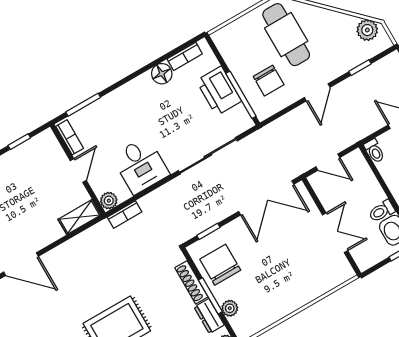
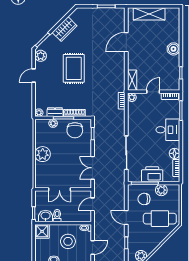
plant: (237, 60) -> (161, 190), added
desk: (141, 165) -> (168, 130), moved, turned 180
door: (78, 170) -> (153, 92), swing flipped
double door: (266, 198) -> (93, 168), width x0.73
chair: (220, 265) -> (75, 130), turned 90
plant: (292, 296) -> (43, 154), added

